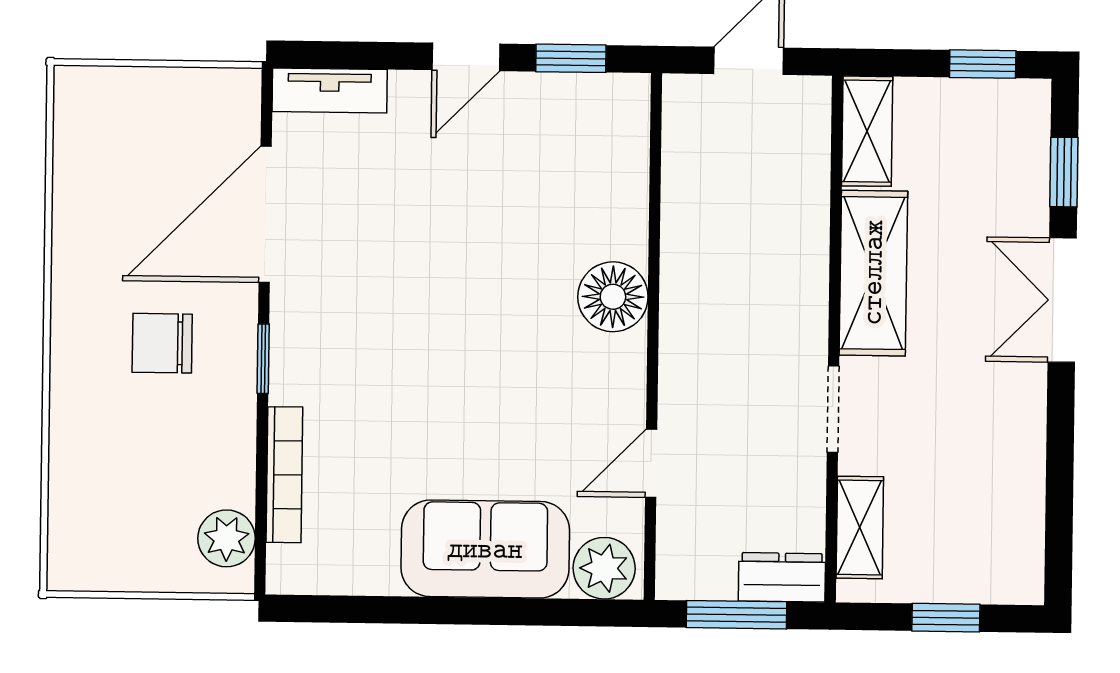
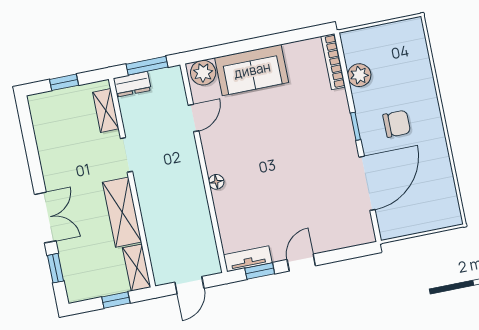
window: (983, 64) -> (116, 300), moved
tv unit: (330, 90) -> (248, 259), moved
floor lamp: (613, 297) -> (216, 182), width x0.53, depth x0.53
bookcase: (284, 475) -> (333, 62), moved
plant: (227, 538) -> (359, 75), moved

